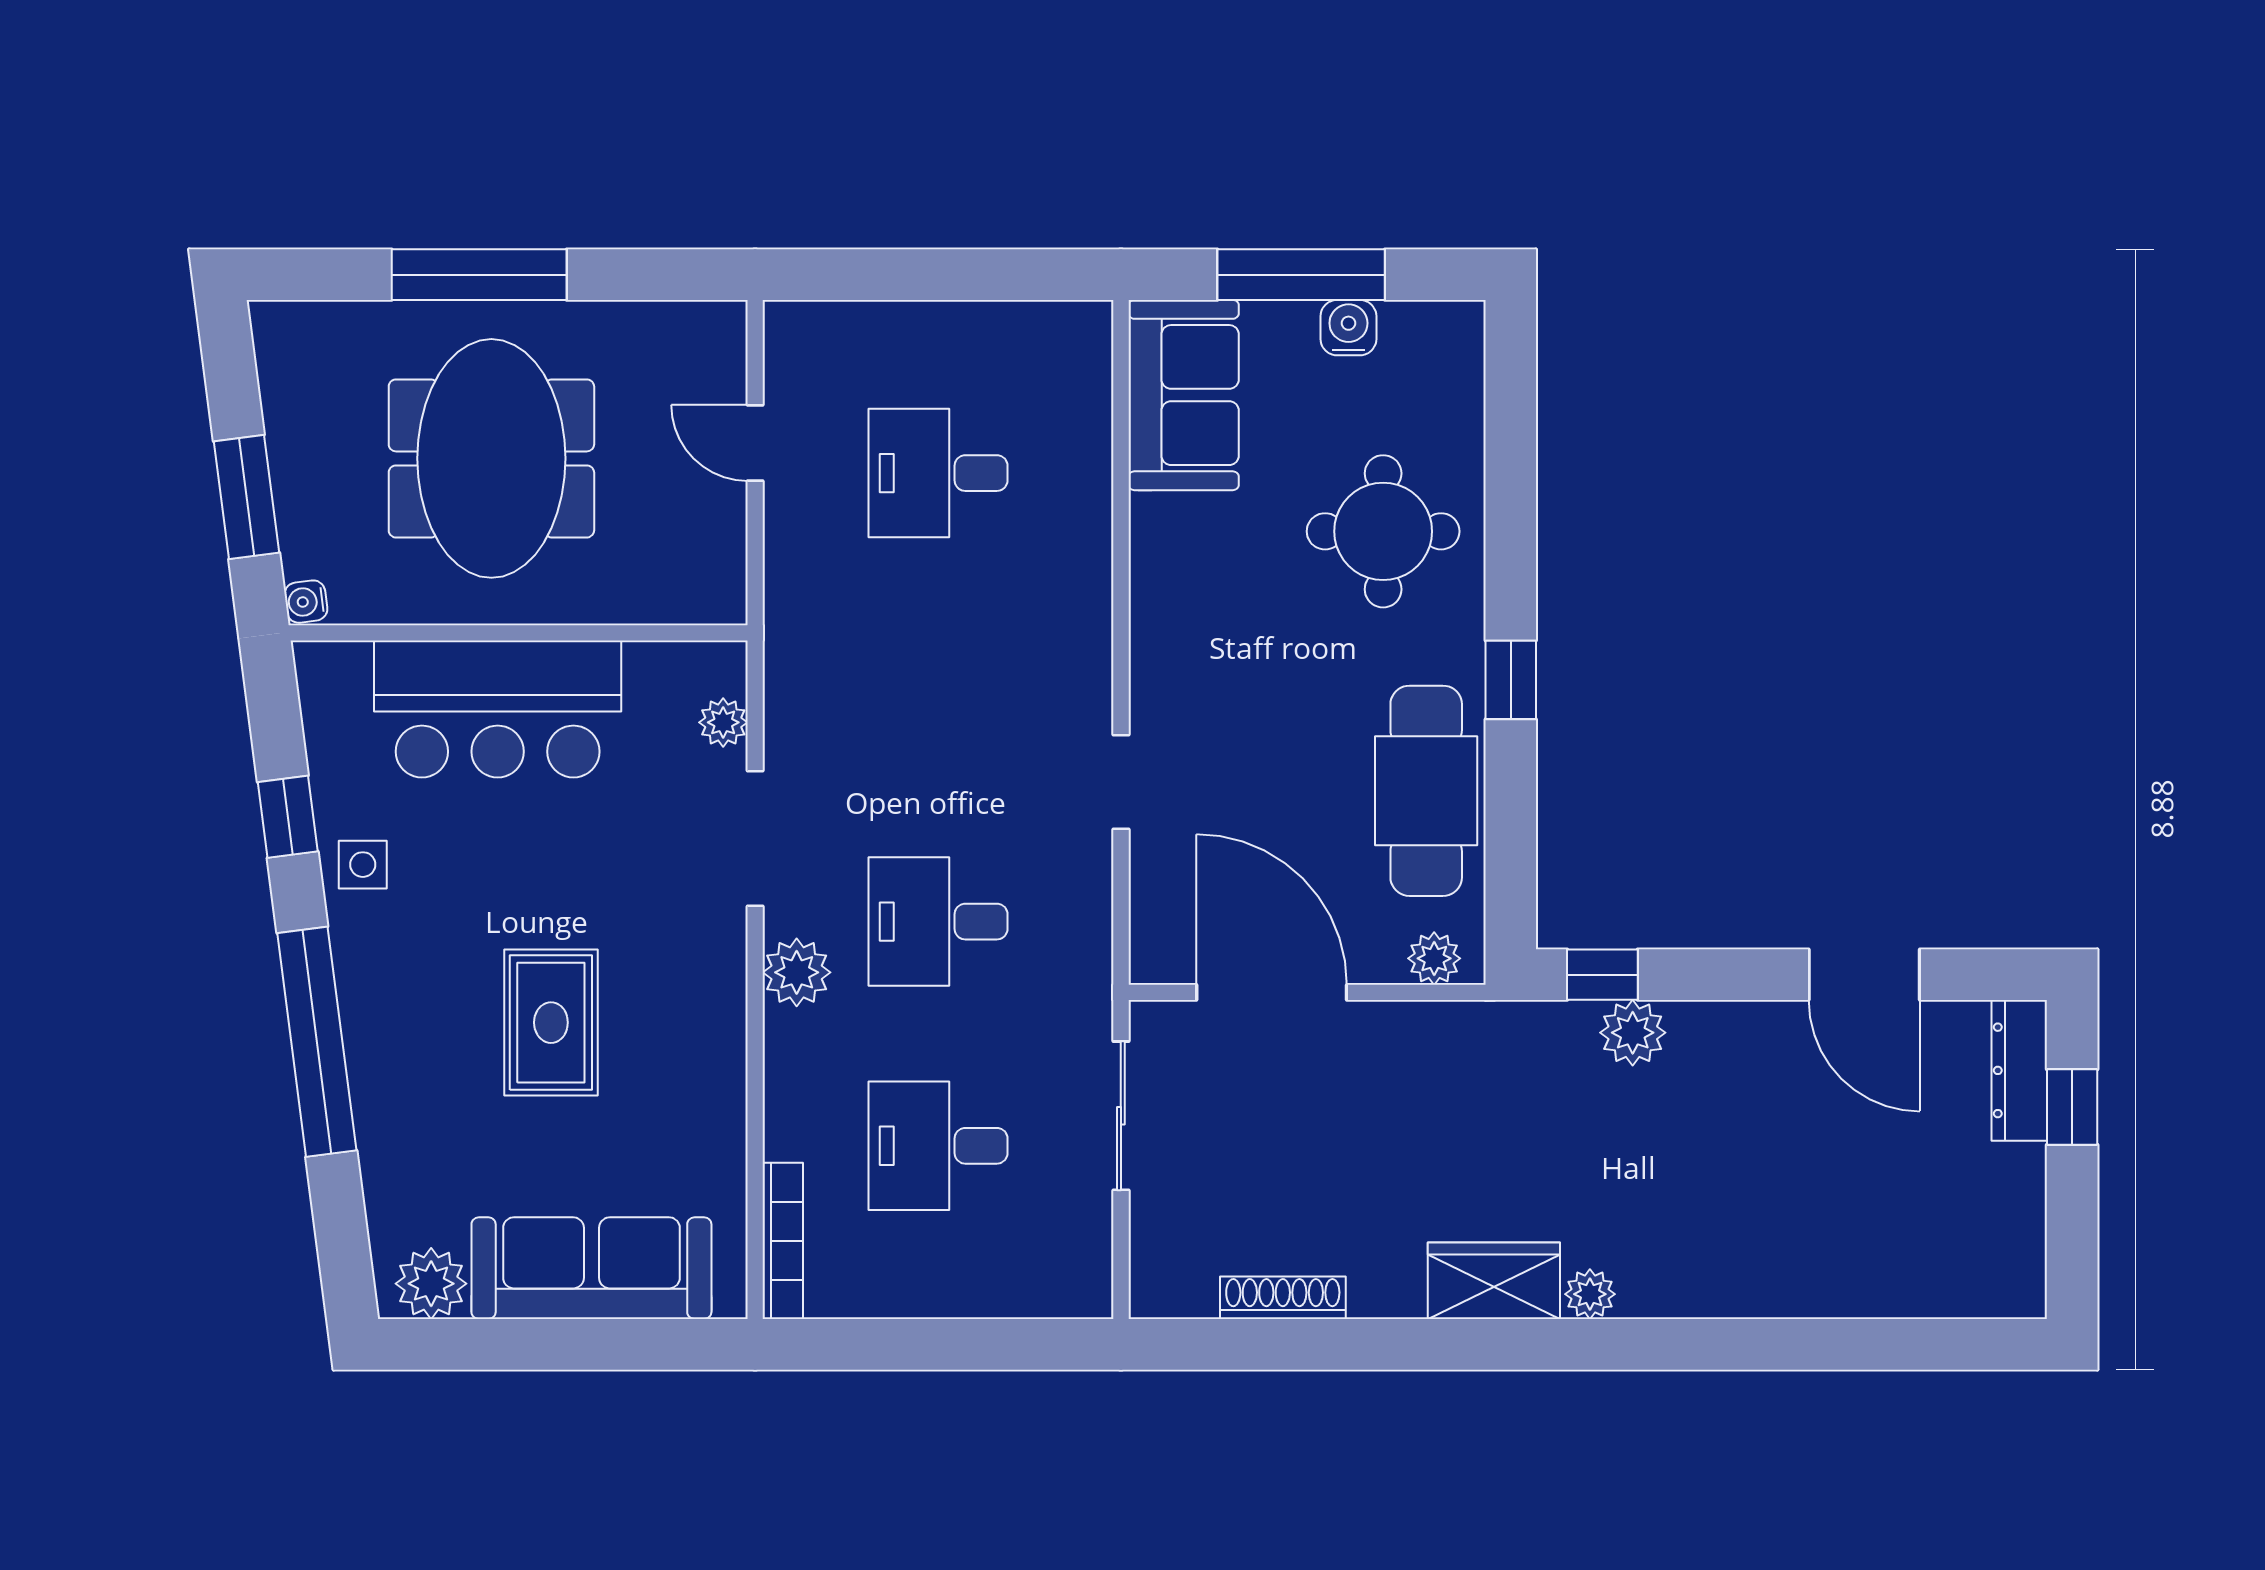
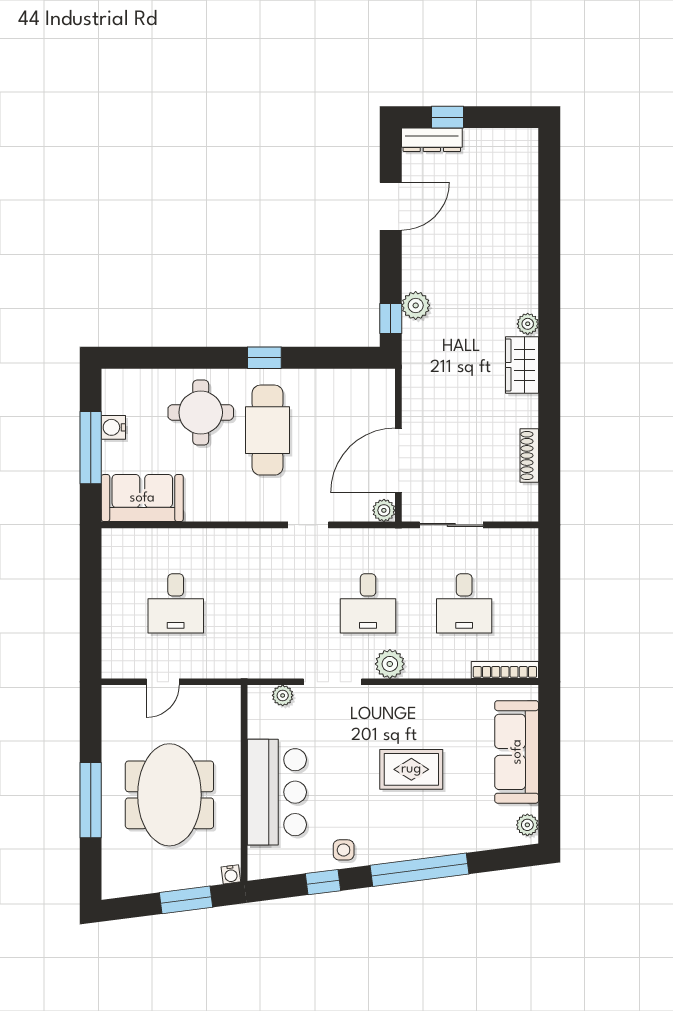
meeting table: (491, 458) -> (169, 795), turned 90
cafe table: (1426, 791) -> (268, 430), moved, turned 90
plant: (1434, 958) -> (384, 510), moved
plant: (431, 1284) -> (527, 825), width x0.73, depth x0.73

